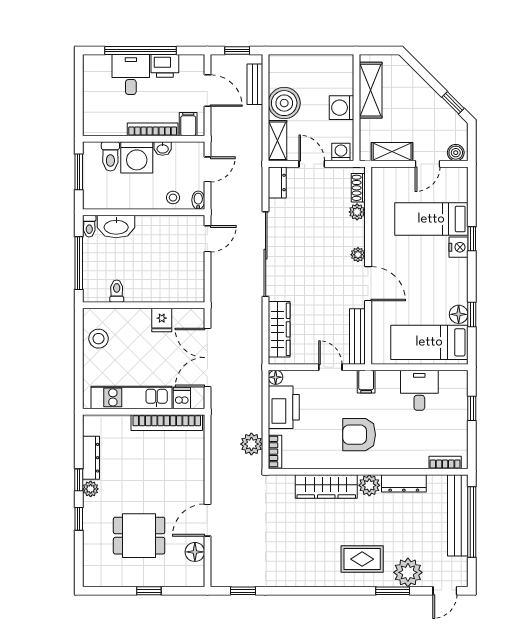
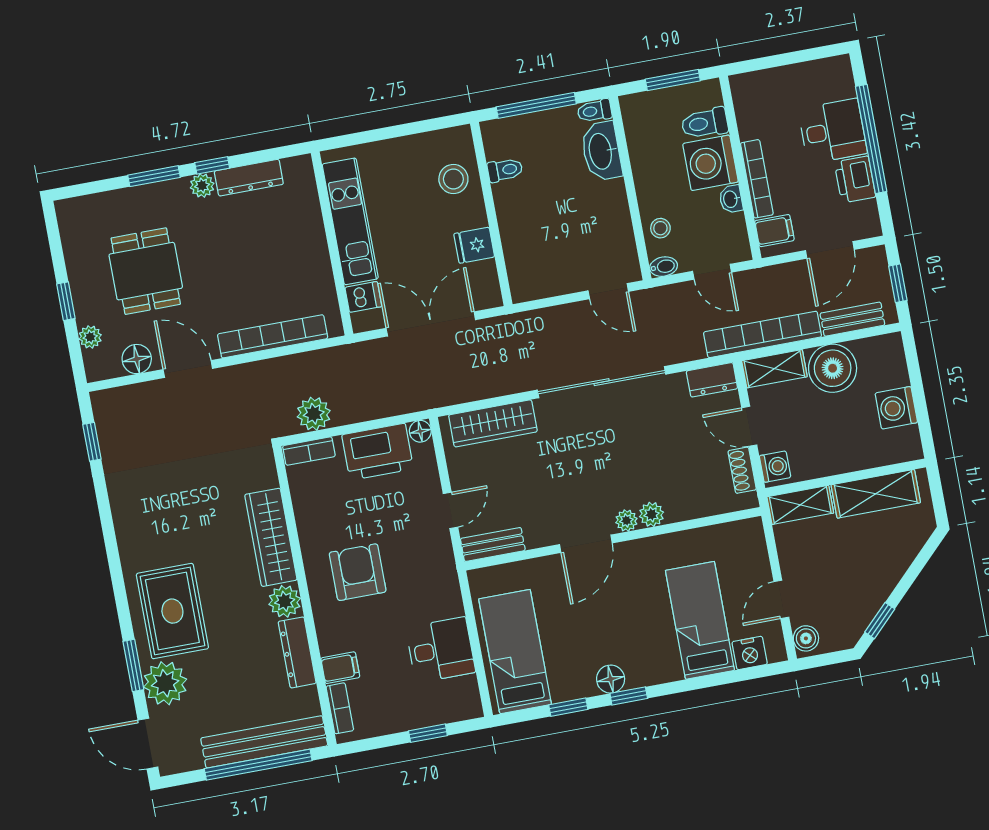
washing machine: (342, 108) -> (896, 408), moved, turned -90
bookcase: (254, 144) -> (763, 334), added
shelving: (392, 152) -> (800, 505), moved, turned 90
door: (312, 164) -> (749, 426), swing flipped
door: (428, 164) -> (781, 599), hinge flipped
shoe rack: (358, 188) -> (742, 470), moved, turned -90
plant: (357, 212) -> (652, 514), moved
window: (472, 239) -> (629, 696), moved
nightstand: (458, 247) -> (750, 653), moved
floor lamp: (459, 314) -> (611, 679), moved
bench: (357, 336) -> (493, 544), width x0.73
stool: (98, 339) -> (453, 179), moved
filing cabinet: (366, 382) -> (340, 668), moved, turned 180
bookcase: (167, 423) -> (273, 336), moved, turned 90
window: (79, 519) -> (154, 176), width x1.50
rug: (362, 559) -> (172, 611), width x1.36, depth x1.43
plant: (175, 579) -> (90, 337), added
door: (445, 591) -> (148, 744), width x1.38

